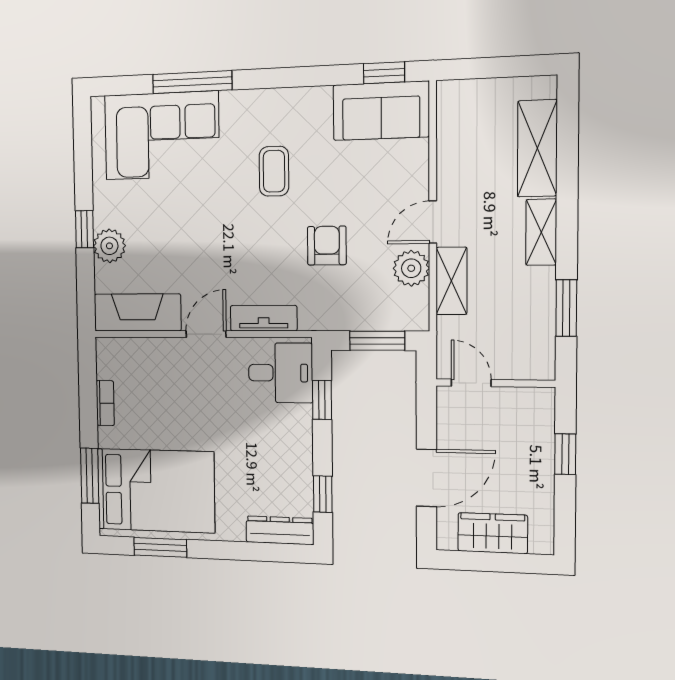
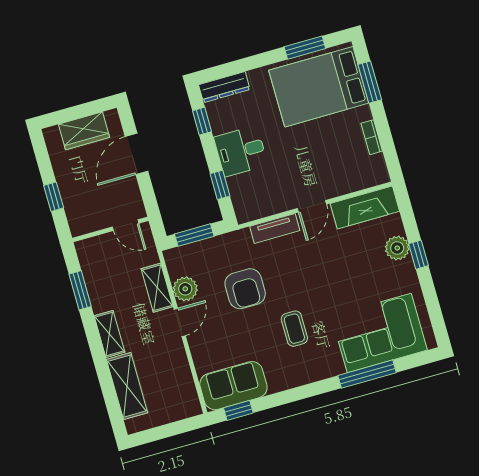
armchair: (327, 246) -> (245, 289), width x1.38, depth x1.38
desk: (281, 373) -> (241, 151), moved

